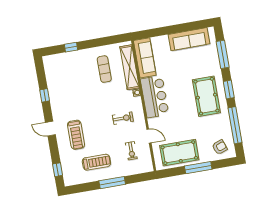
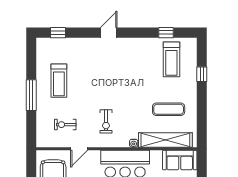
sofa: (145, 58) -> (180, 160), width x0.73
window: (45, 95) -> (166, 33), moved
treadmill: (76, 135) -> (171, 59), moved, turned -90

